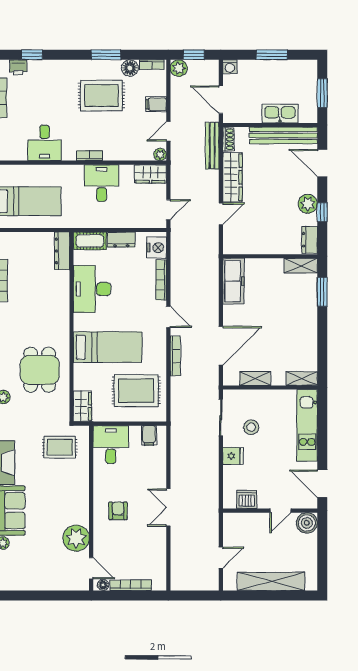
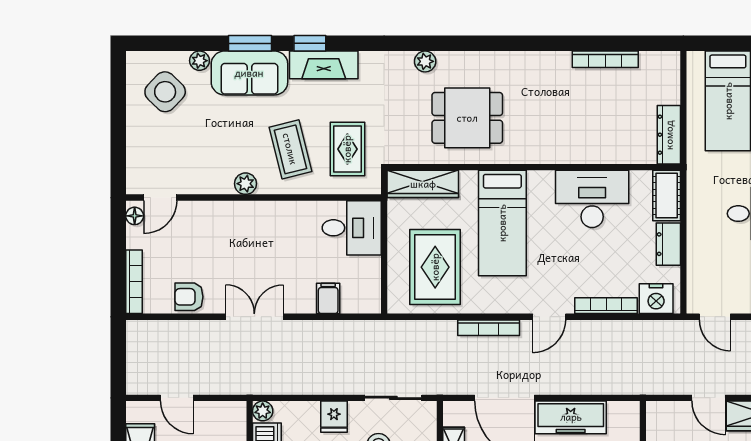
dresser: (62, 251) -> (669, 135), moved, turned -90
freezer: (233, 281) -> (571, 417), moved
wardrobe: (82, 406) -> (423, 184), width x1.50
filing cabinet: (149, 435) -> (328, 298), moved, turned 90
coffee table: (60, 484) -> (290, 149), added
plant: (229, 502) -> (263, 411), added
armchair: (118, 511) -> (189, 297), moved, turned 180
plant: (76, 538) -> (245, 184), moved, width x0.53, depth x0.53
side table: (23, 565) -> (165, 92), added
bookcase: (131, 585) -> (134, 282), moved

